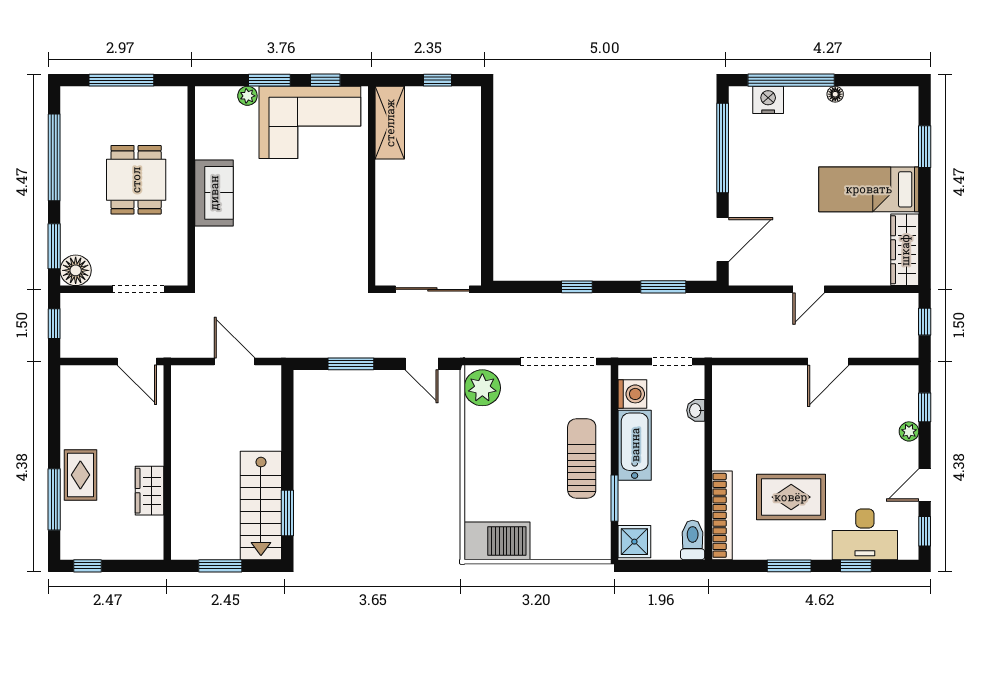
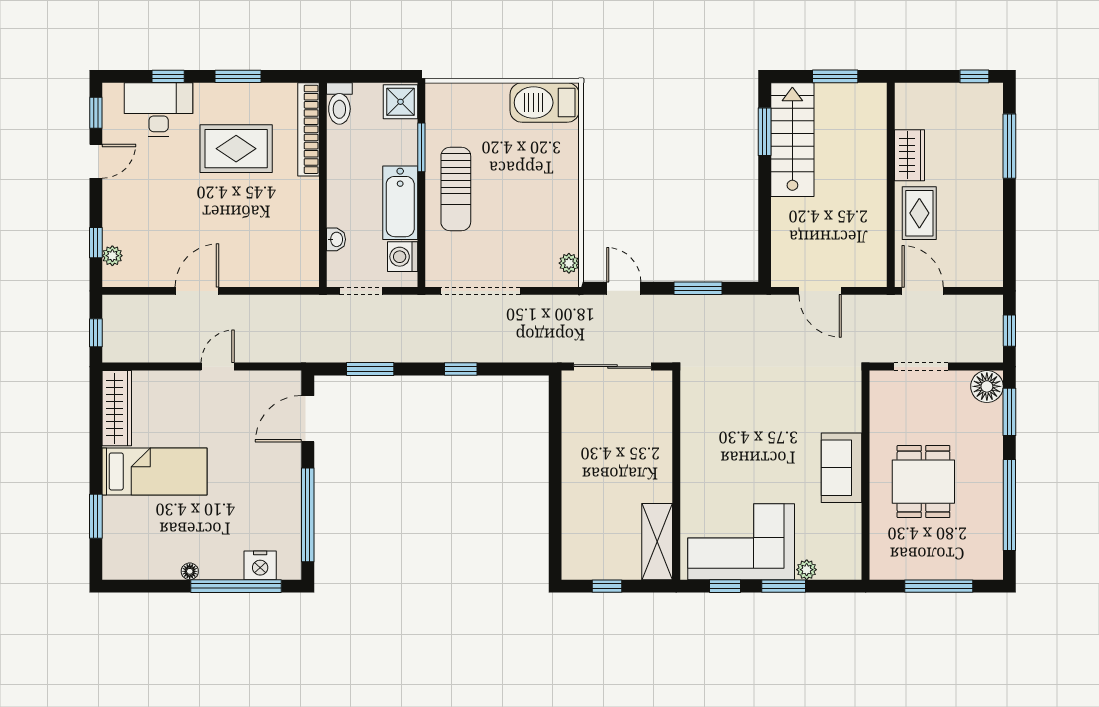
plant: (482, 388) -> (569, 263), width x0.53, depth x0.53
plant: (909, 431) -> (112, 256), moved
rug: (80, 475) -> (919, 213), moved

